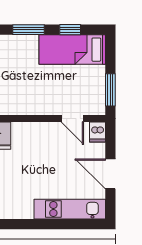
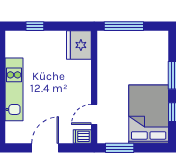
bed: (72, 50) -> (149, 114), width x1.50
kitchen unit: (70, 209) -> (14, 89), moved

